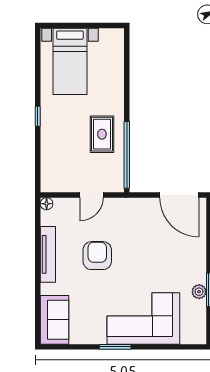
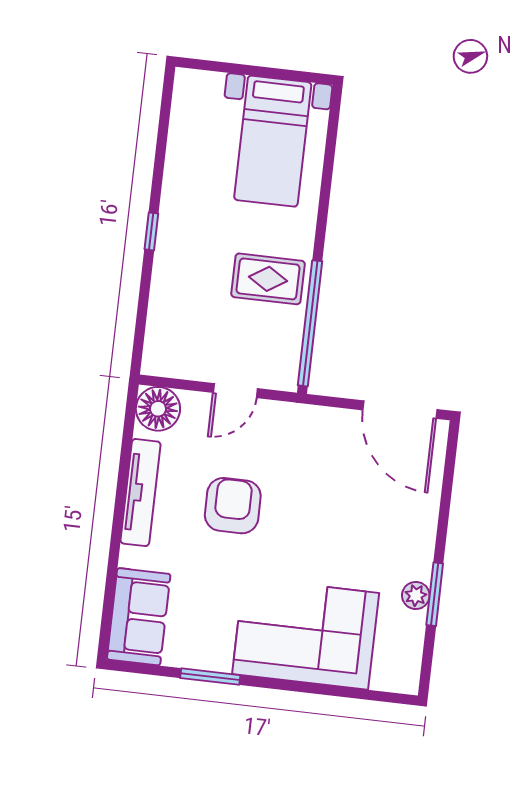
bed with nightstands: (70, 61) -> (273, 141), moved
rug: (102, 134) -> (268, 279), turned 90
floor lamp: (47, 204) -> (158, 409), width x1.89, depth x1.89
window: (115, 347) -> (210, 677), moved

